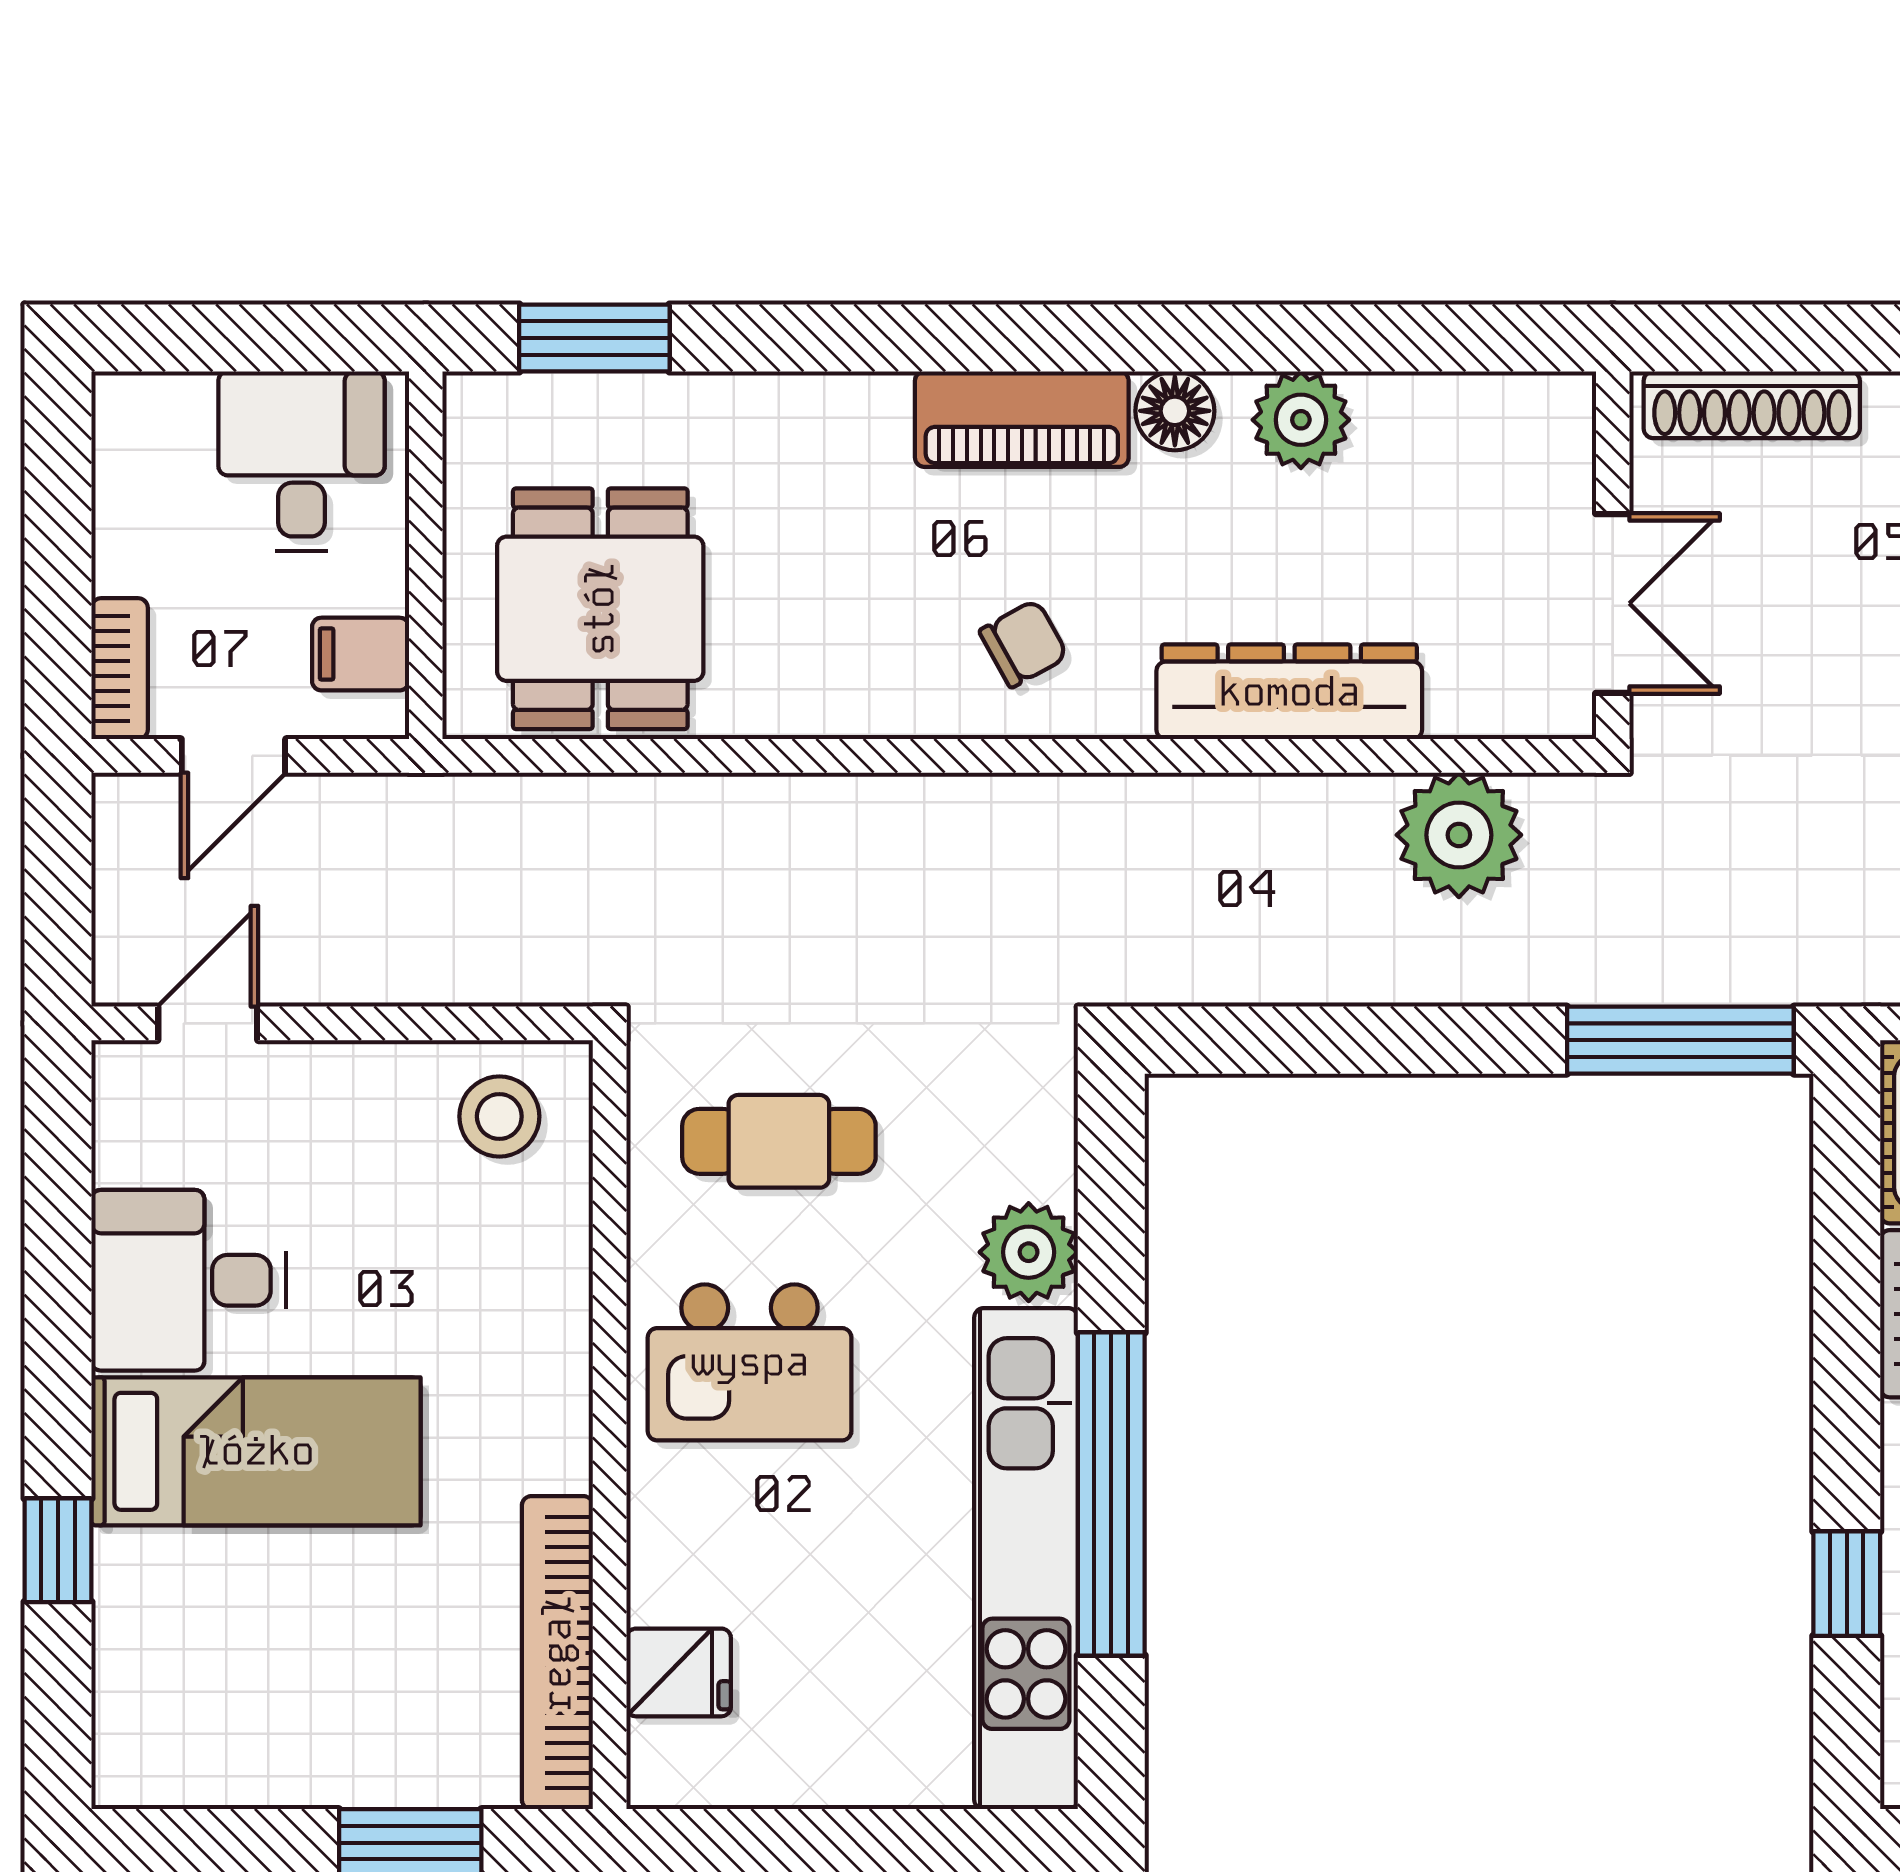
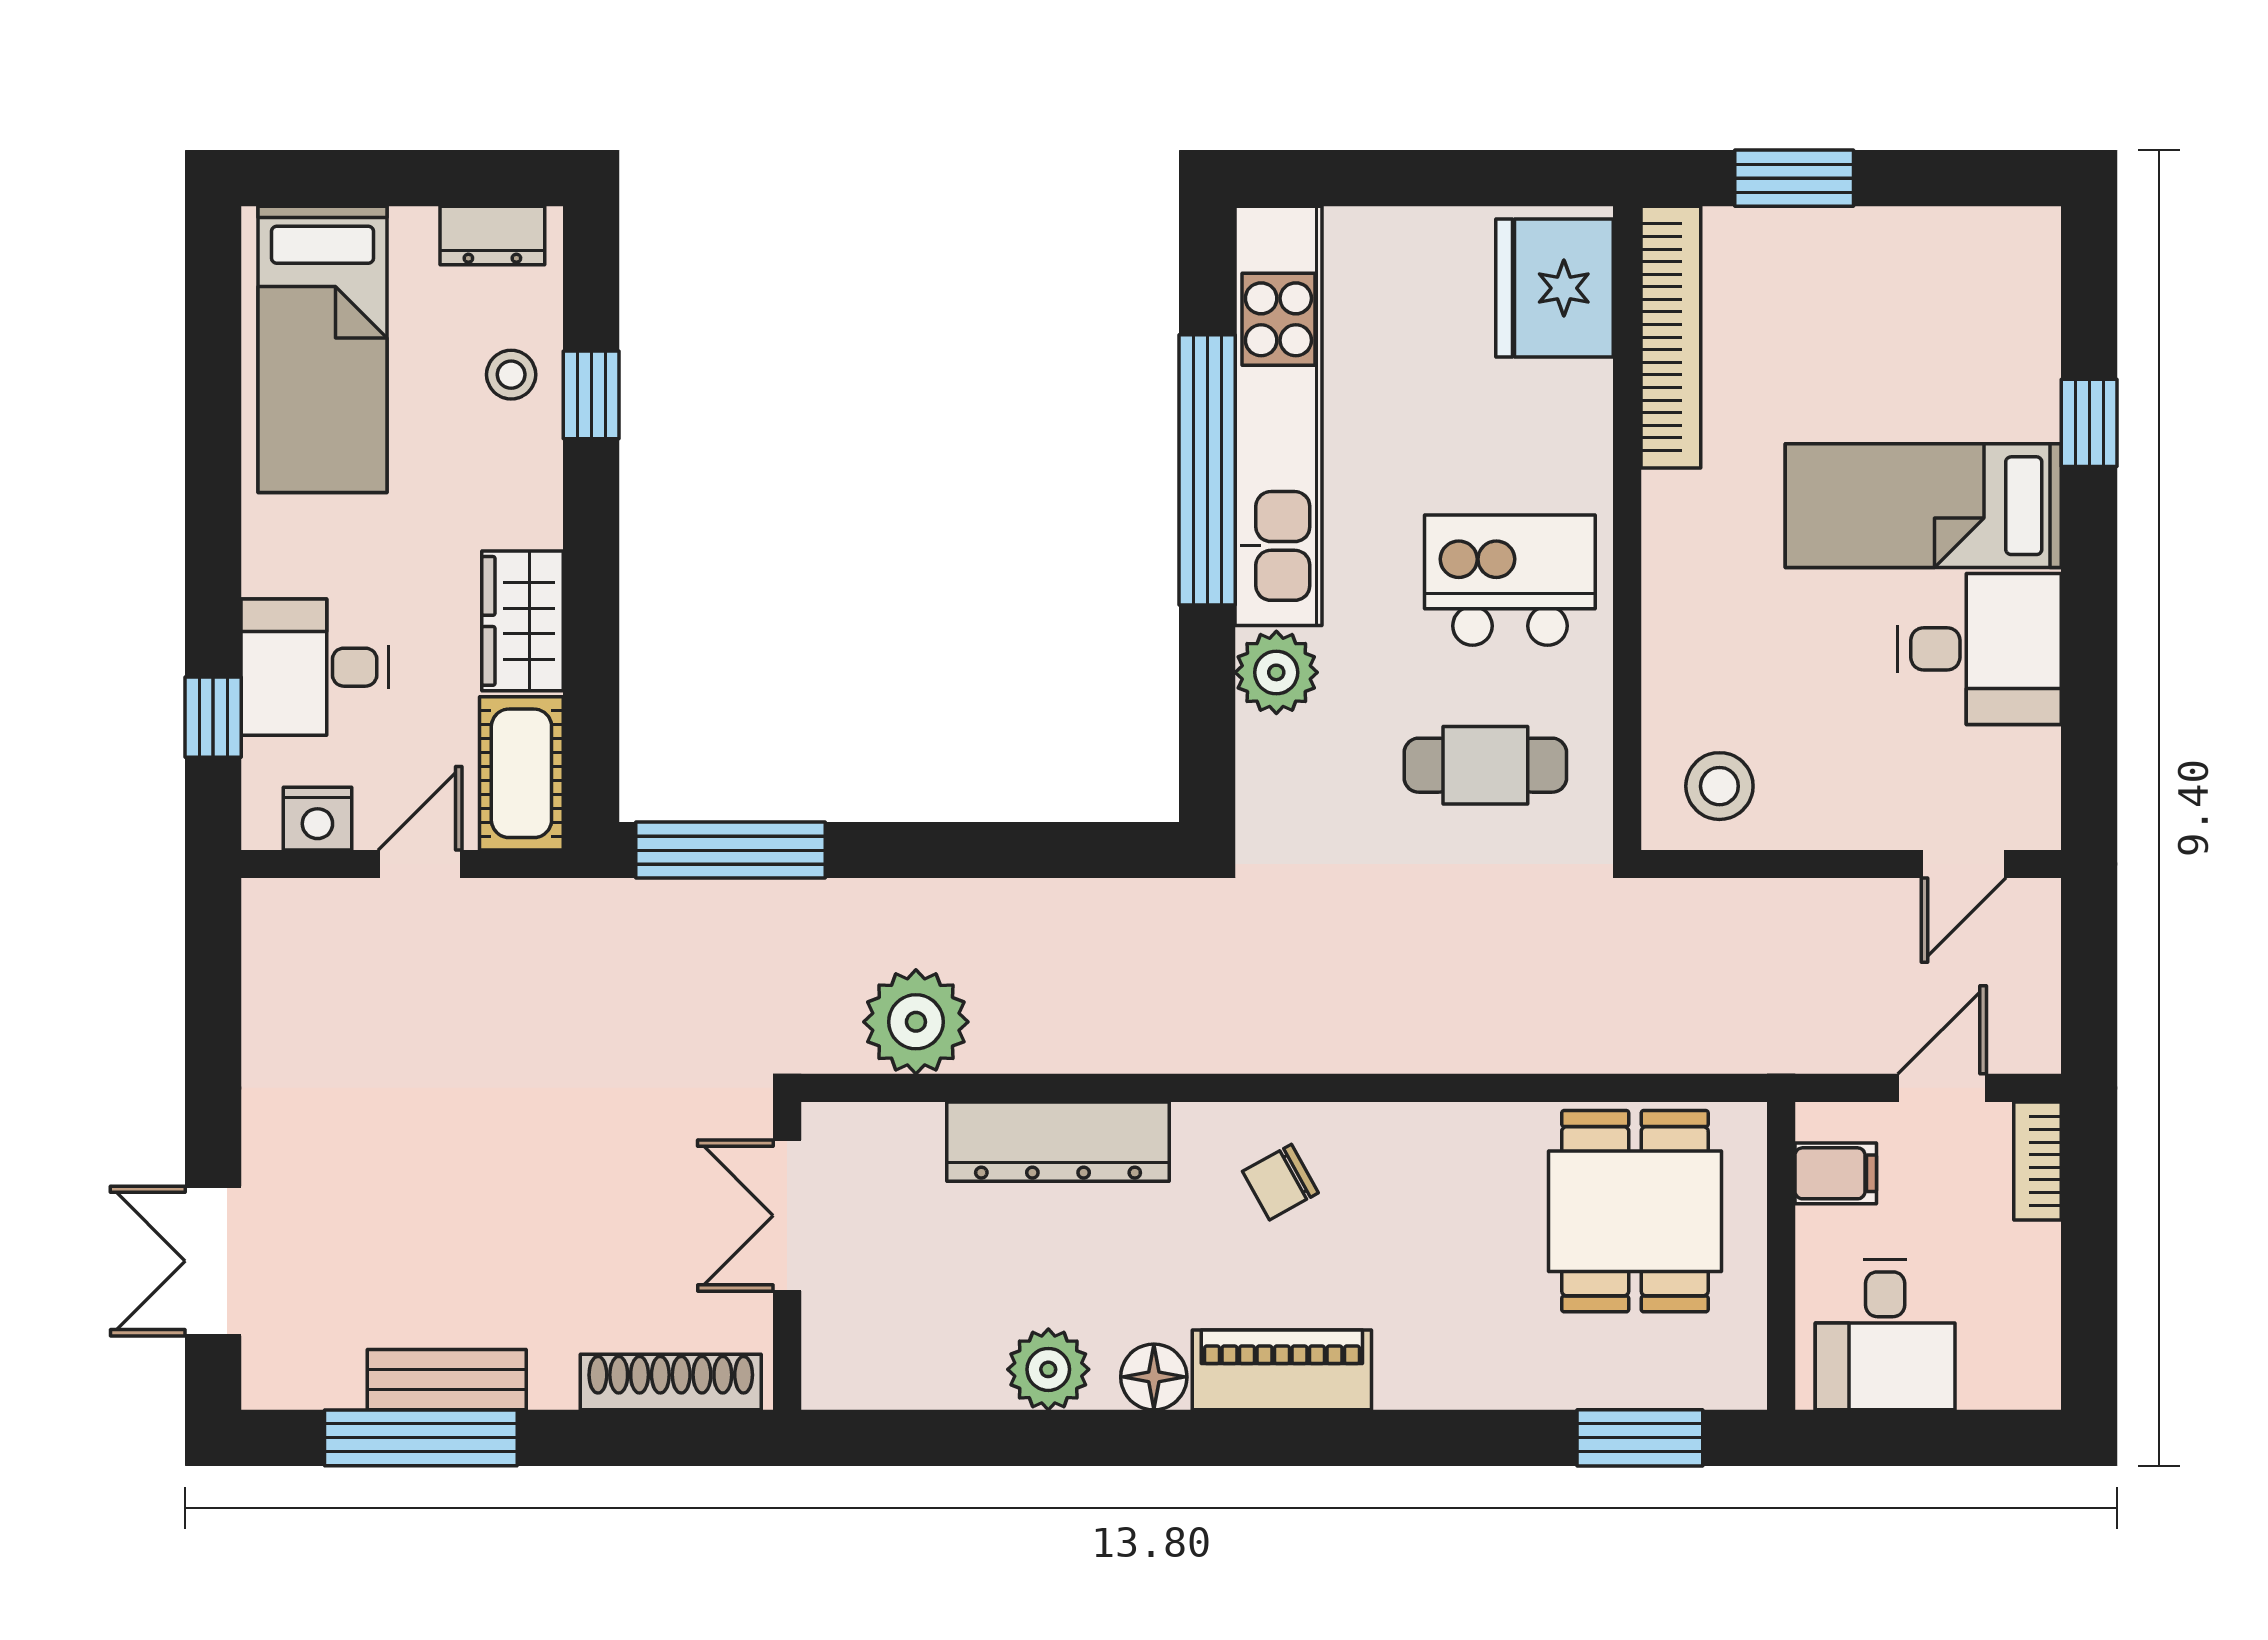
fridge: (679, 1672) -> (1554, 288), width x1.88, depth x1.34

